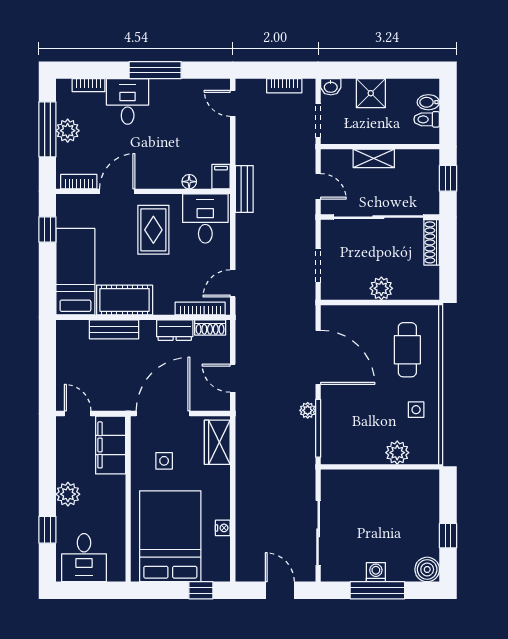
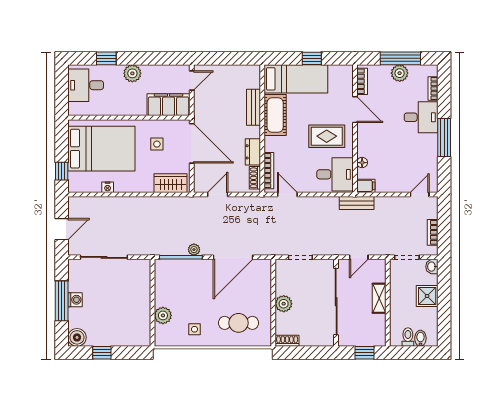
window: (47, 229) -> (312, 58), moved
shoe rack: (432, 242) -> (287, 341), moved, width x0.70

